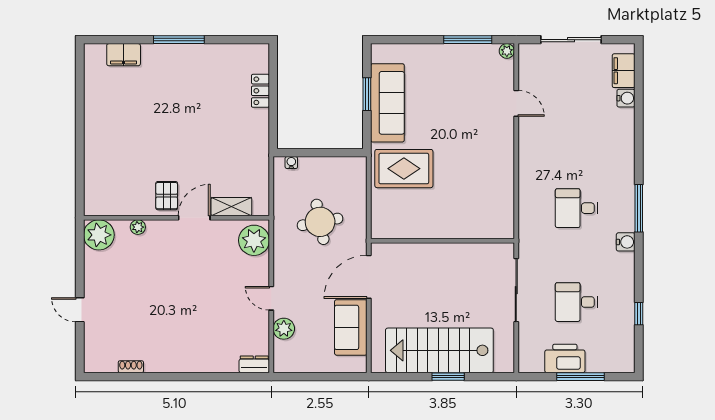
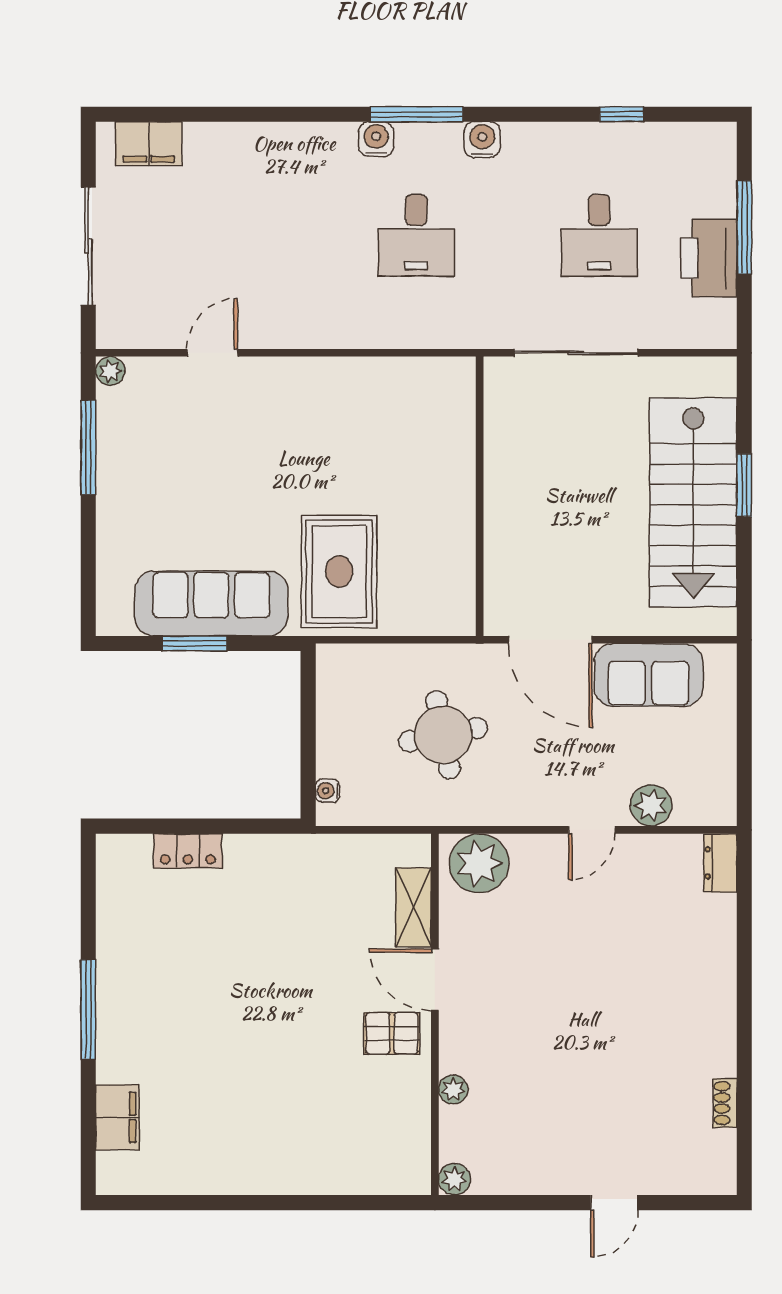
water cooler: (626, 98) -> (376, 139), moved
plant: (99, 235) -> (454, 1179), width x0.53, depth x0.53

